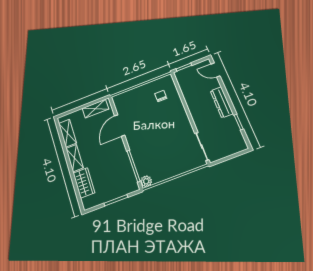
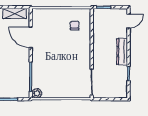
door: (215, 70) -> (129, 21), swing flipped
door: (120, 126) -> (31, 37), hinge flipped

